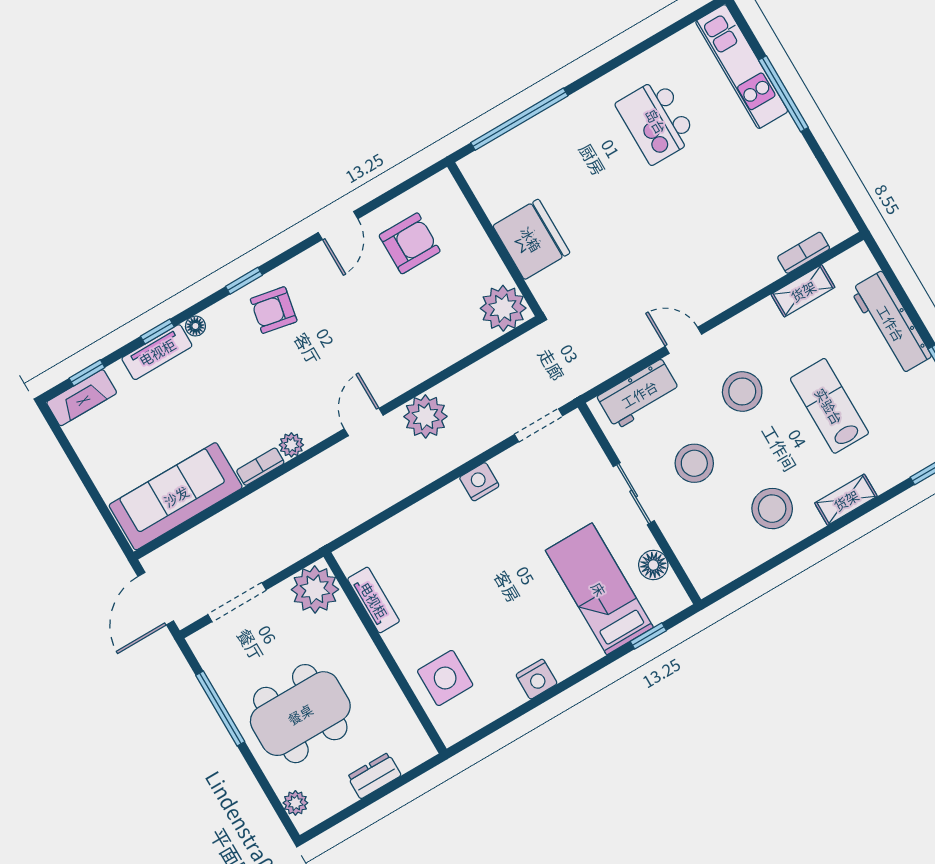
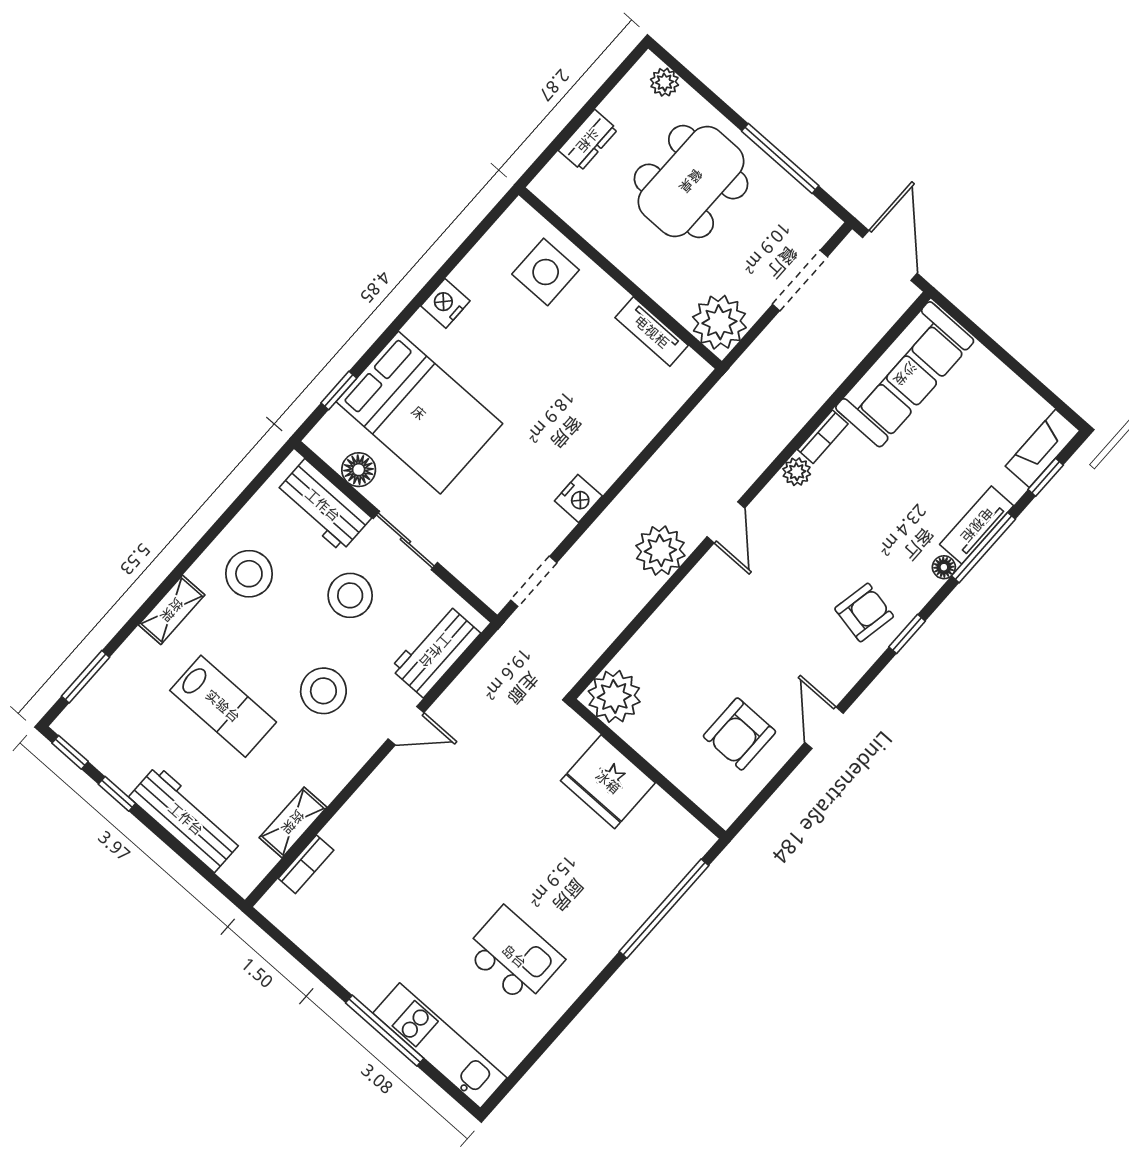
window: (157, 332) -> (983, 548), width x2.17
workbench: (692, 545) -> (323, 505), added
bed: (599, 589) -> (419, 413), width x1.50

